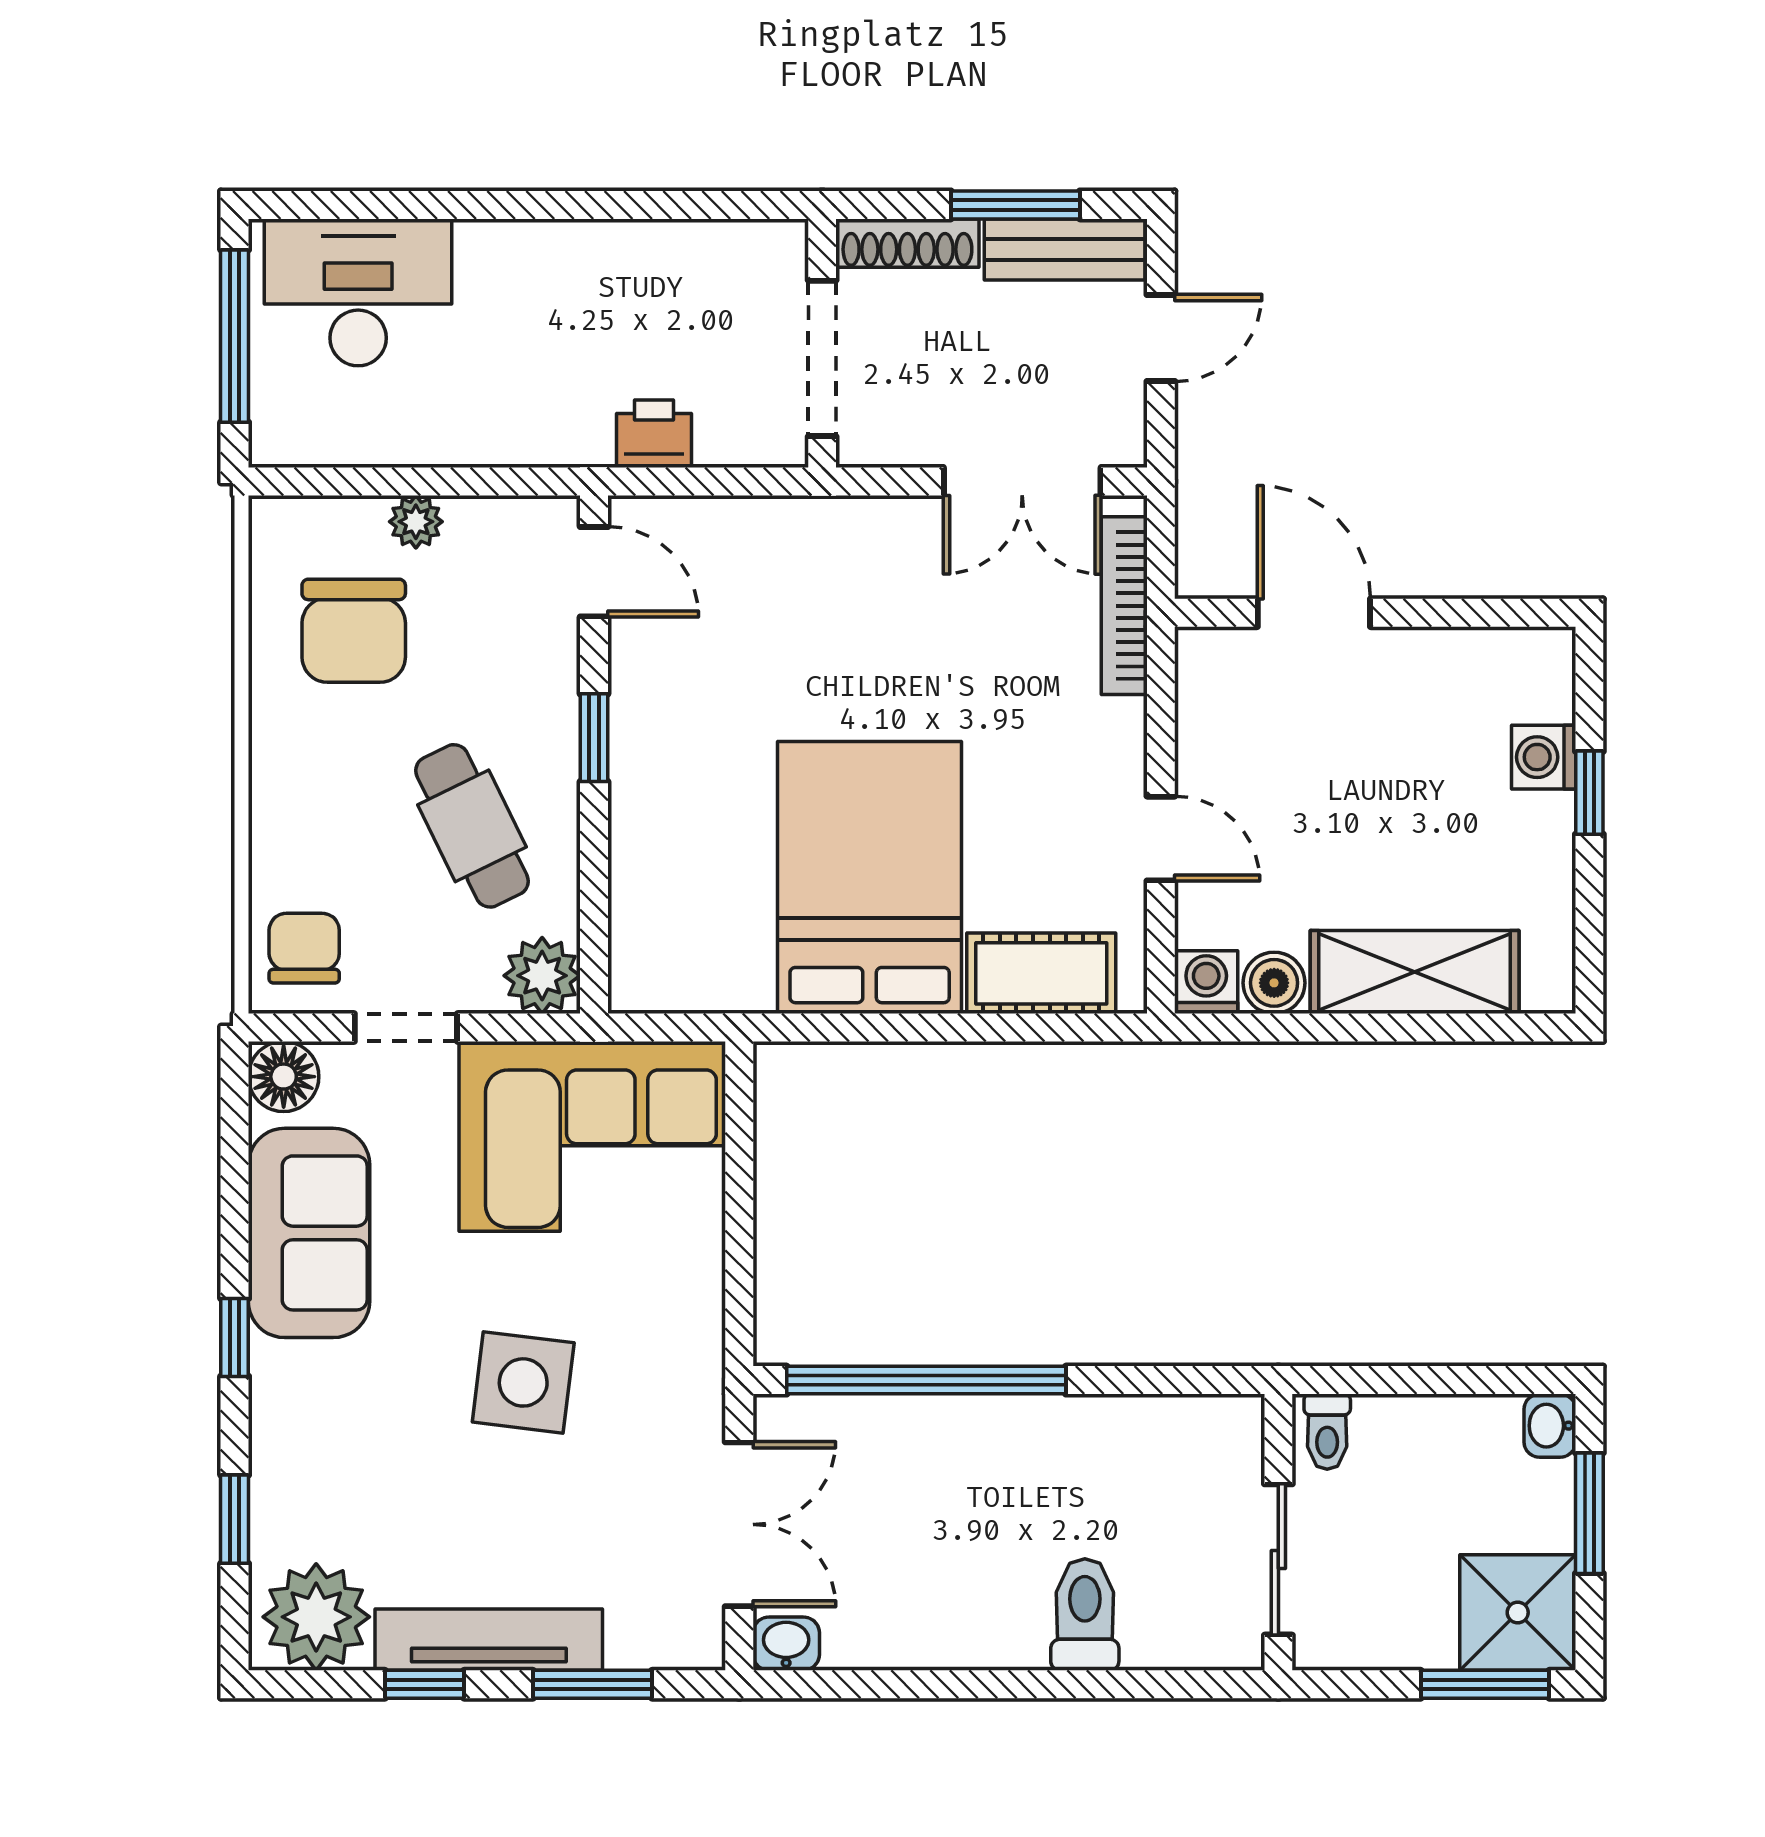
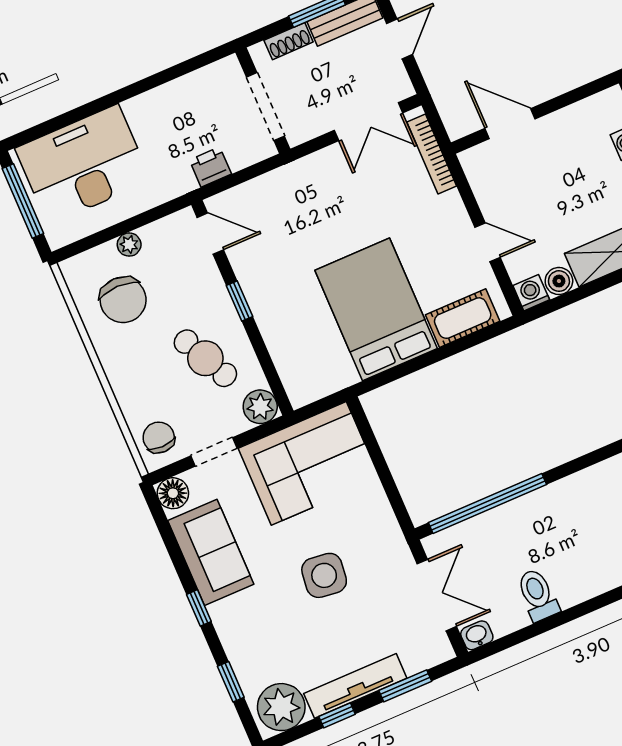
shoe rack: (907, 243) -> (289, 41), width x0.70
desk: (358, 292) -> (83, 164), width x1.36, depth x1.30
toilet: (1085, 1614) -> (538, 595), moved

